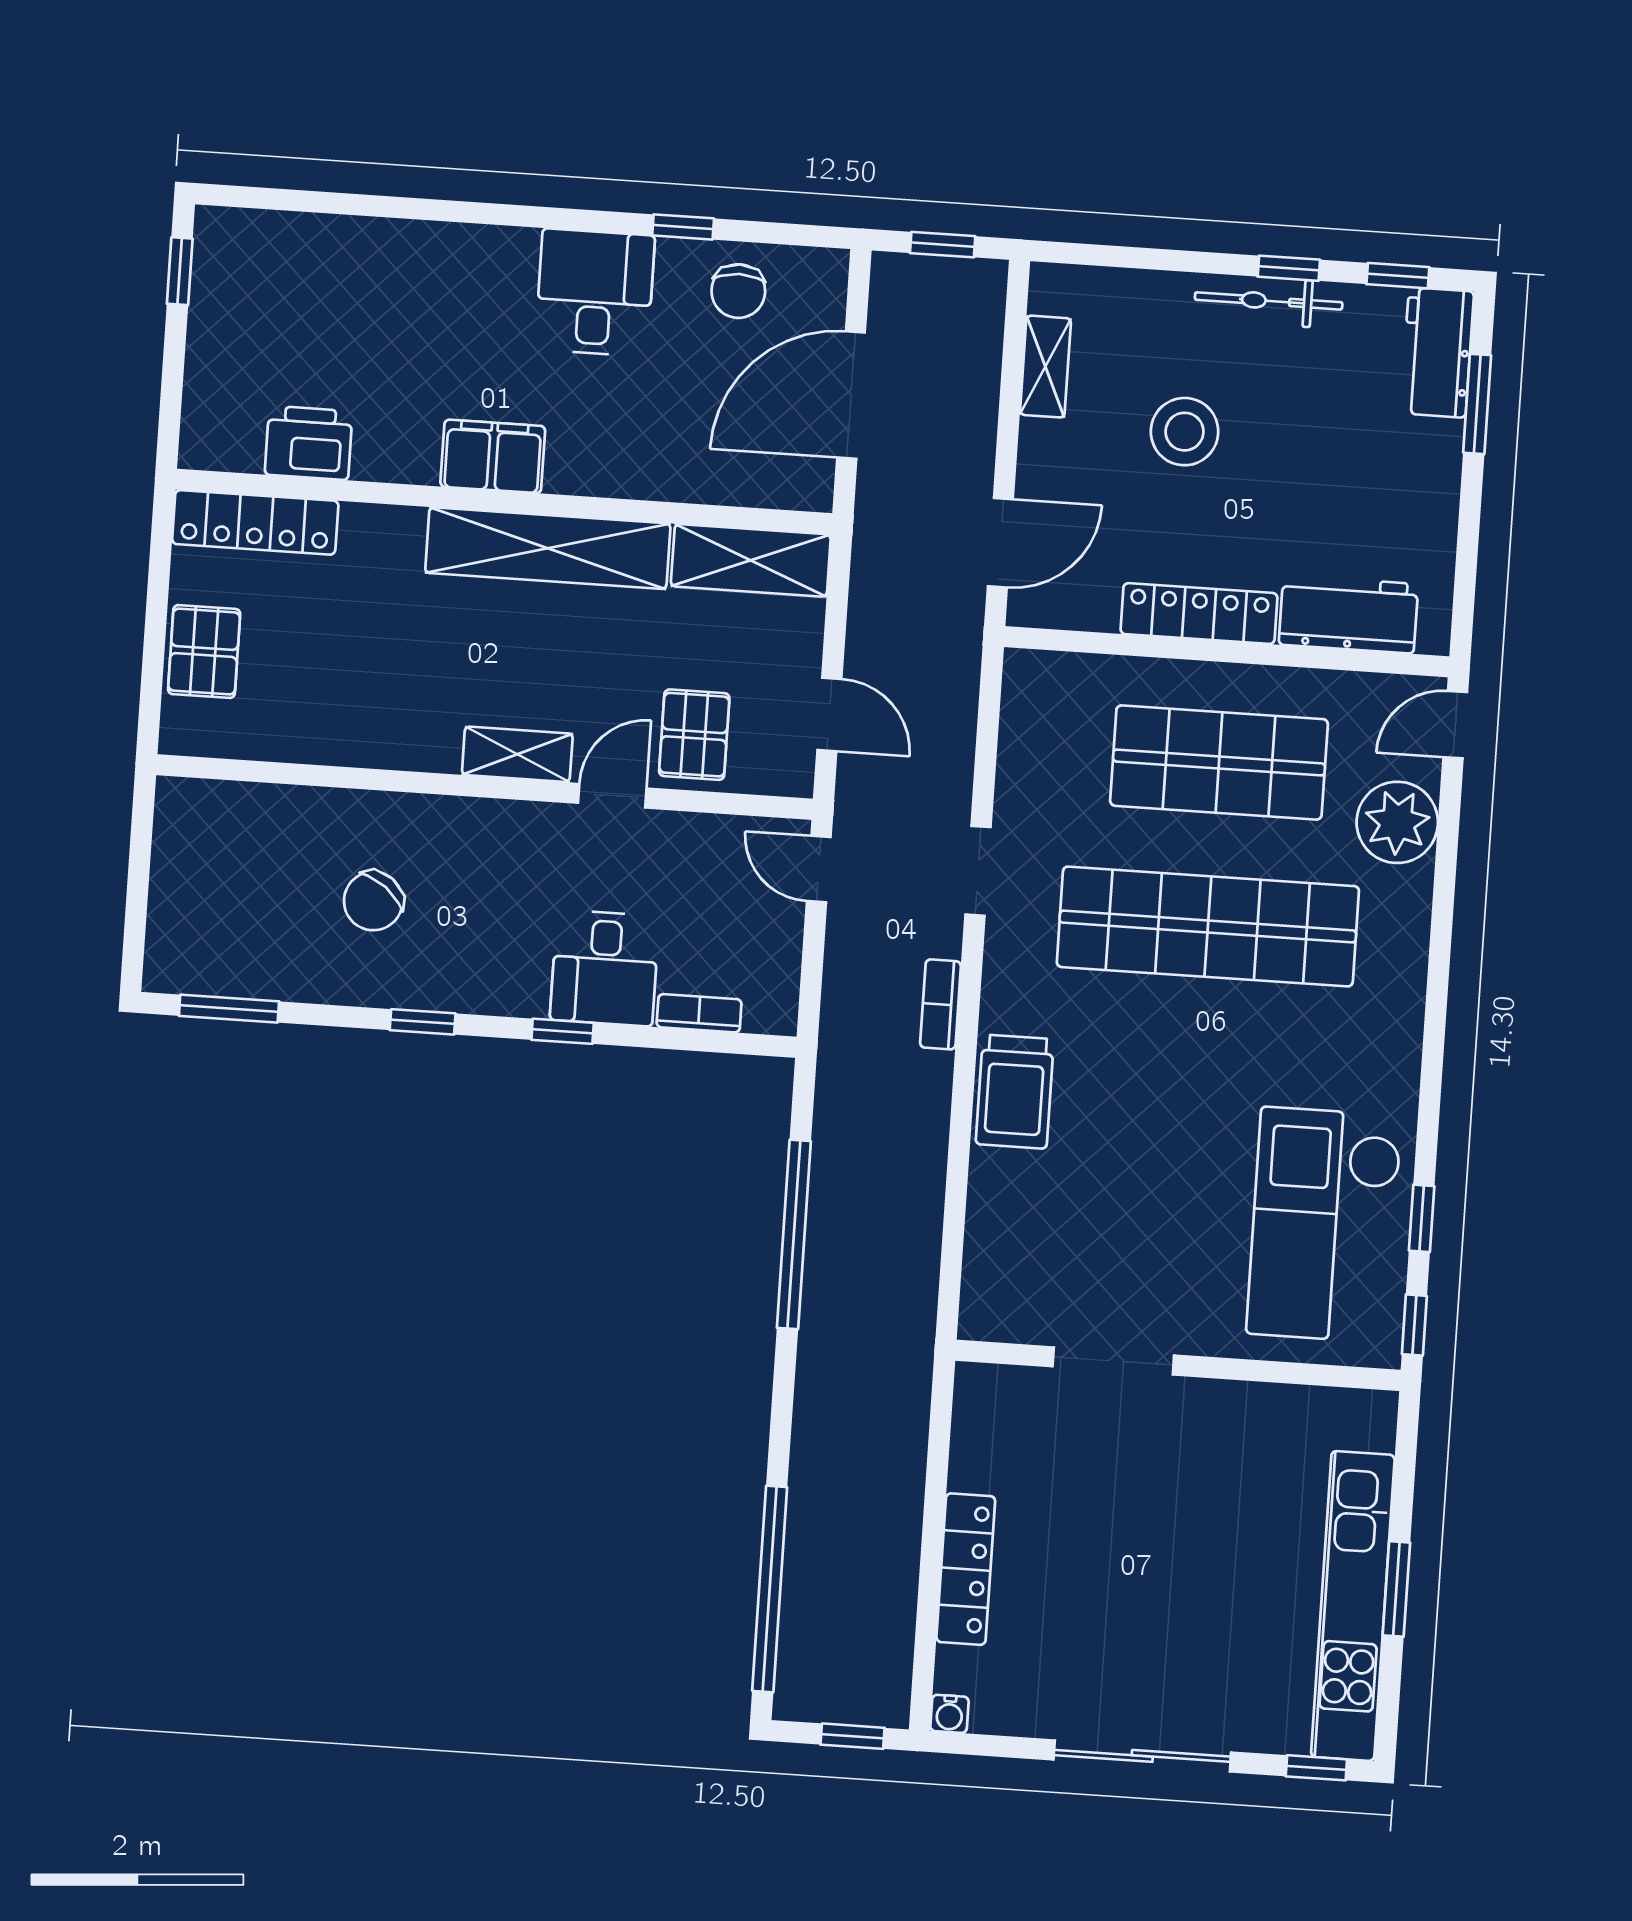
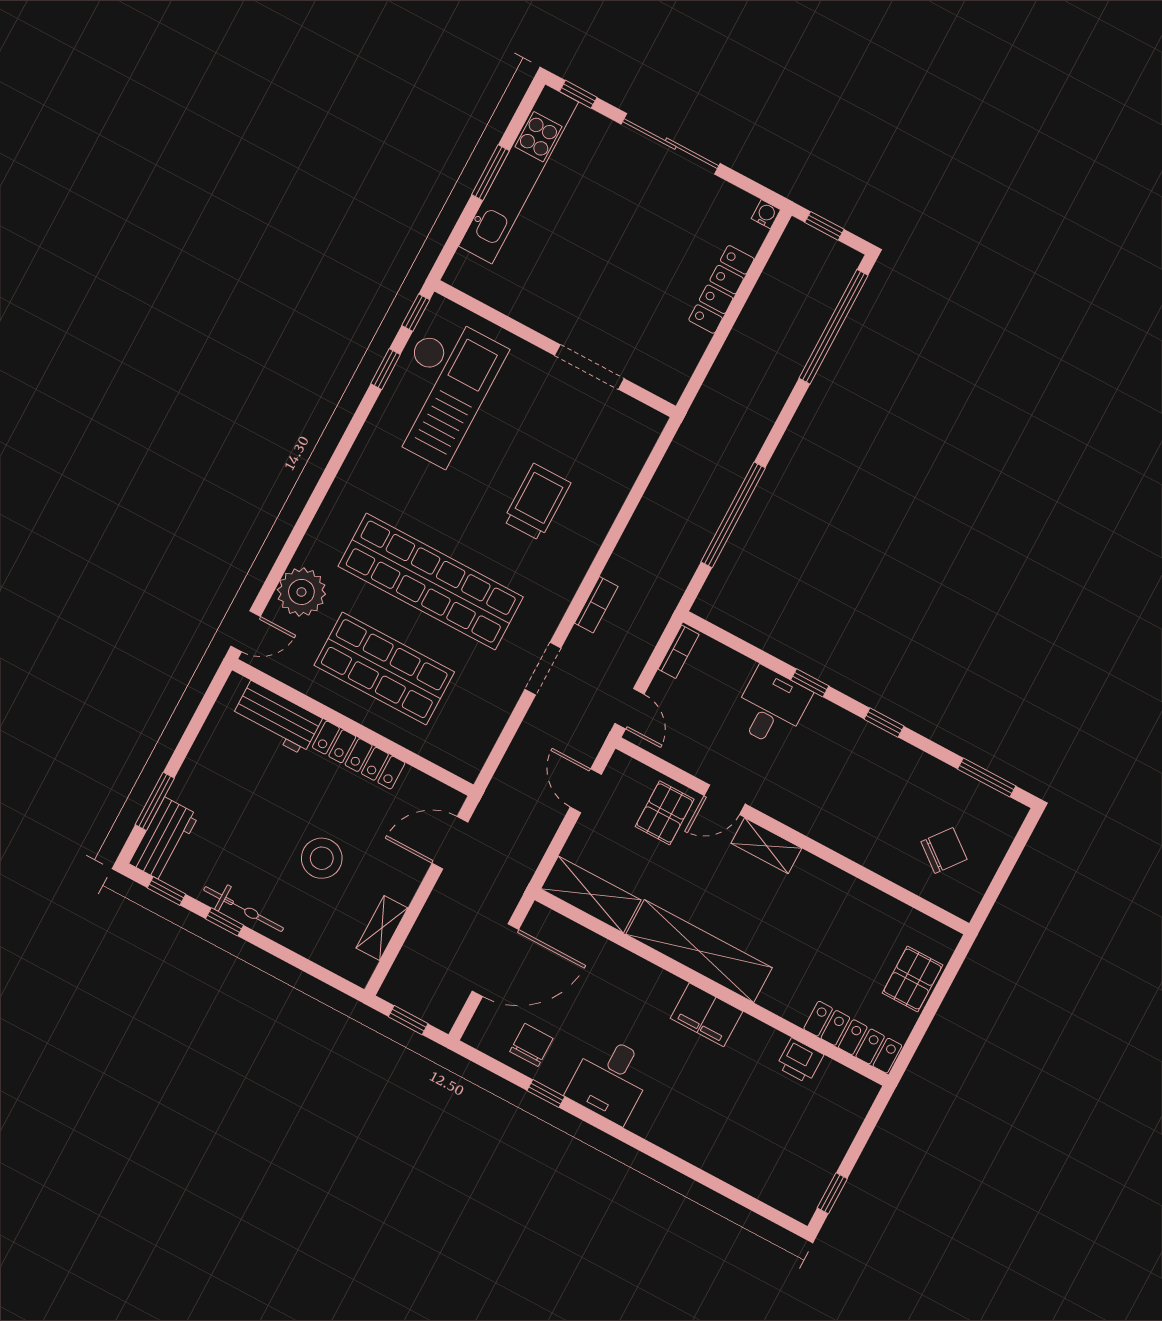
printer: (309, 443) -> (800, 1061), width x0.73, depth x0.81
chair: (373, 901) -> (944, 851), moved
bookcase: (699, 1013) -> (679, 652), moved, turned -90
trolley: (1015, 1092) -> (537, 502), moved

